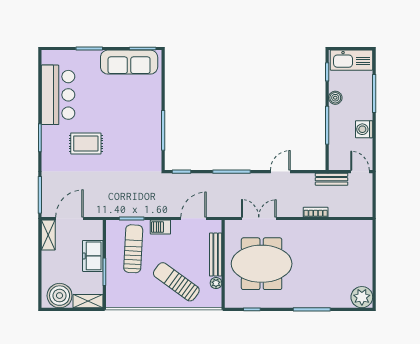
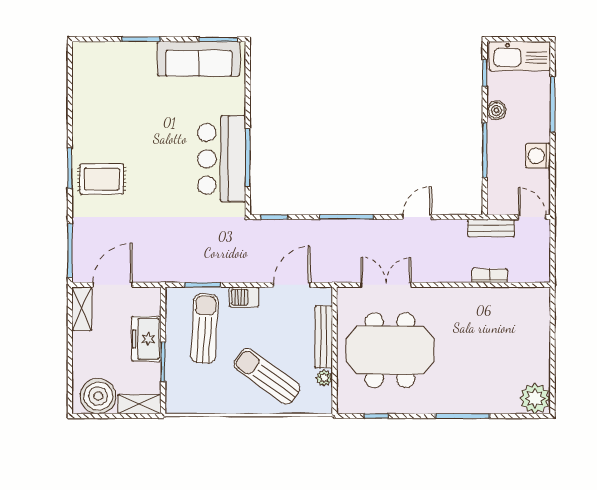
bar counter: (58, 95) -> (222, 159), moved, turned 180
rug: (86, 143) -> (102, 179), moved
bookcase: (316, 212) -> (490, 276), moved

